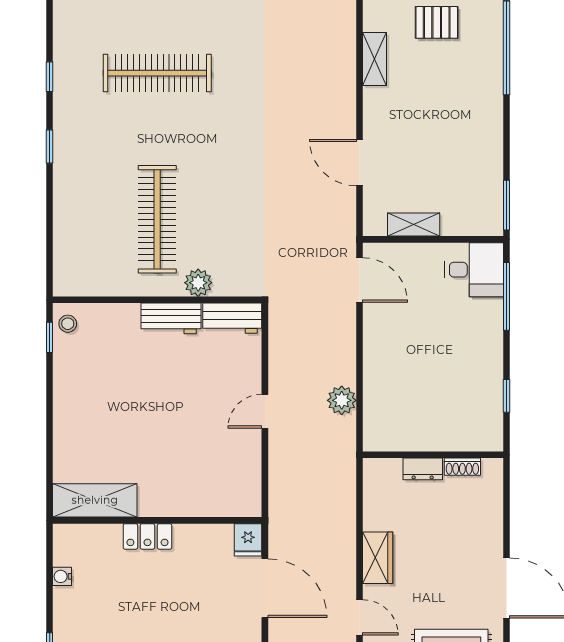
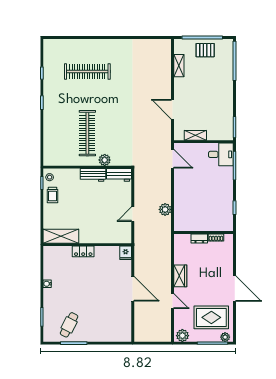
trolley: (75, 366) -> (52, 195), added
shelving: (95, 500) -> (61, 236), moved
wall: (157, 520) -> (87, 245), moved
locker: (147, 536) -> (83, 251), moved
fridge: (248, 540) -> (126, 253), moved

